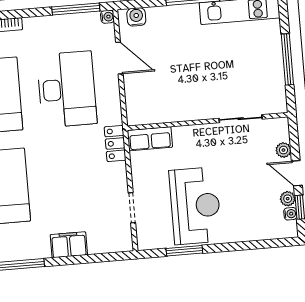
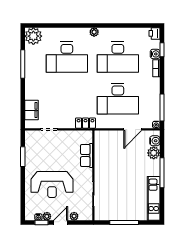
plant: (158, 17) -> (154, 153), added
row of seats: (150, 139) -> (87, 156), moved
reception desk: (195, 206) -> (52, 184), moved
filing cabinet: (69, 245) -> (31, 110), moved

